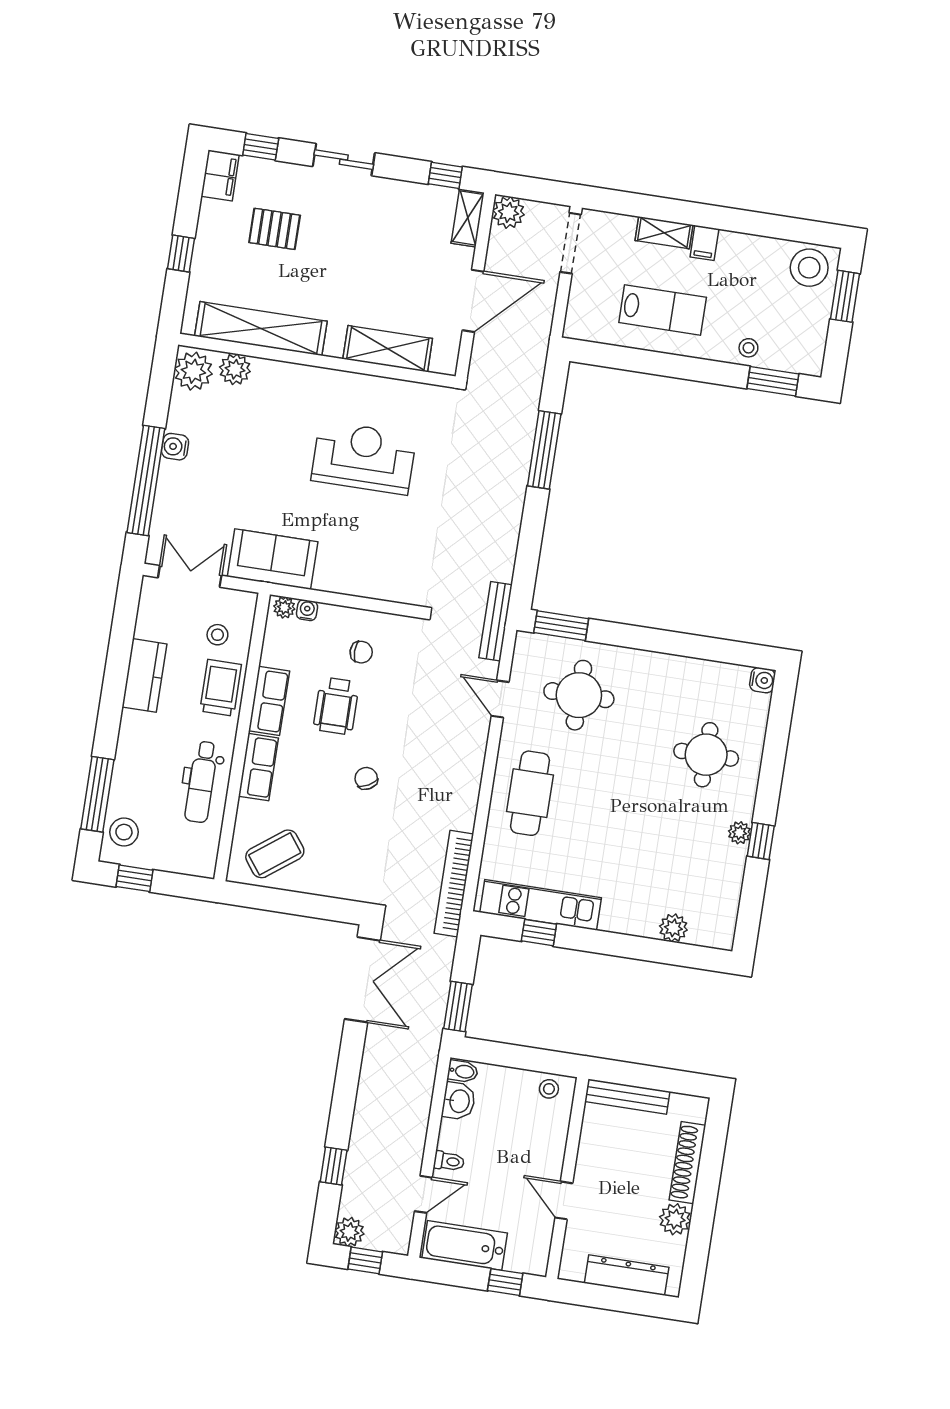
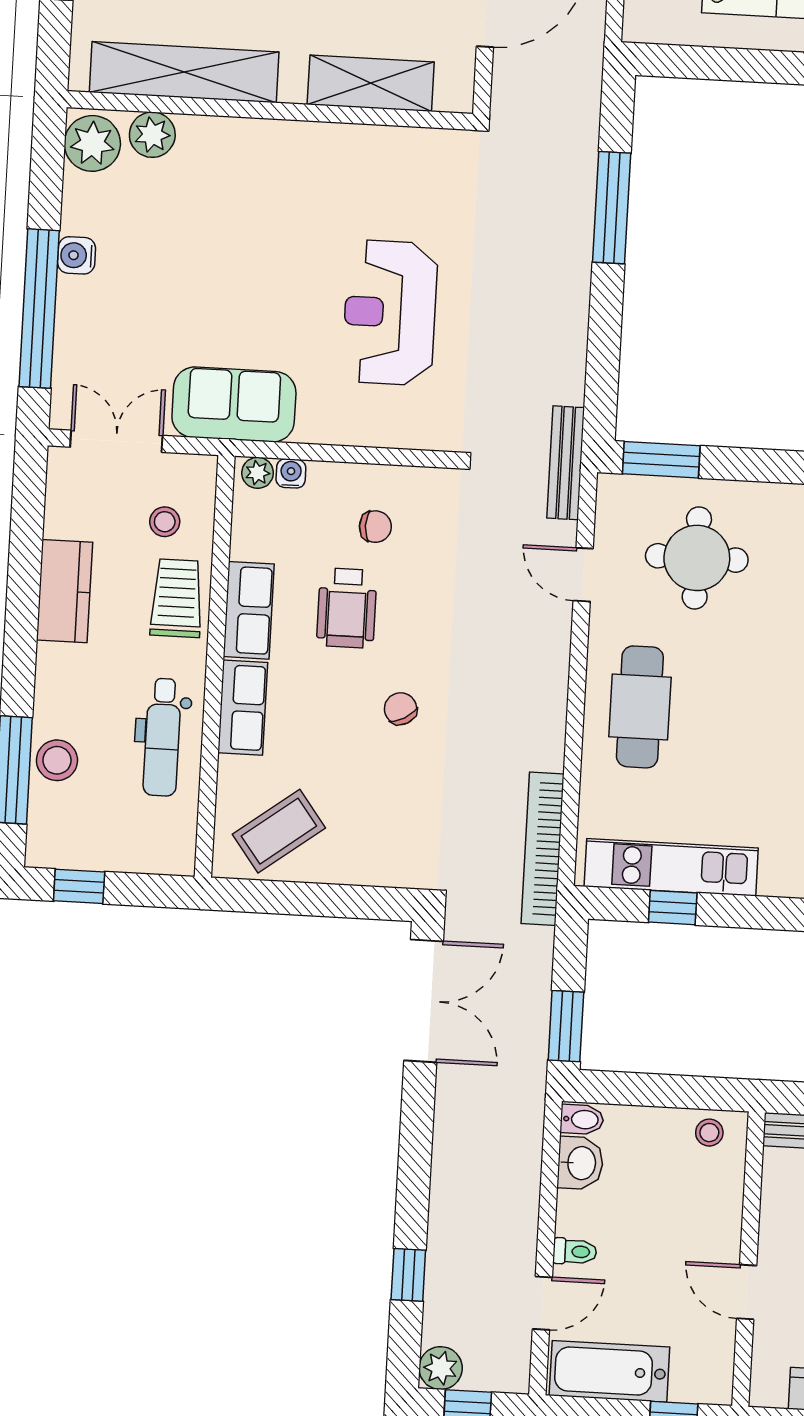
reception desk: (364, 458) -> (390, 313), moved, turned -90
stool: (124, 832) -> (57, 760), moved

